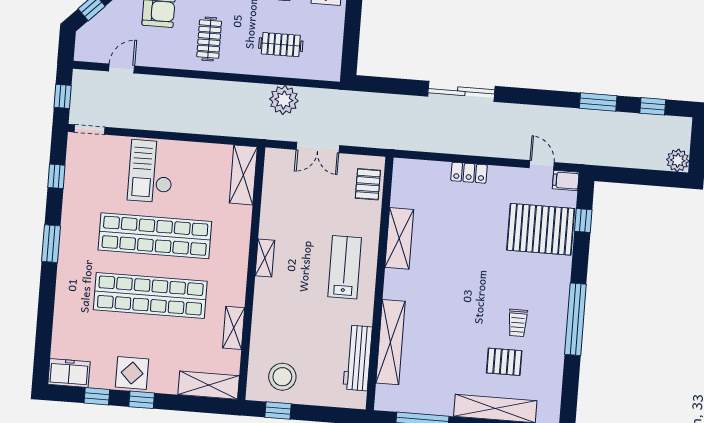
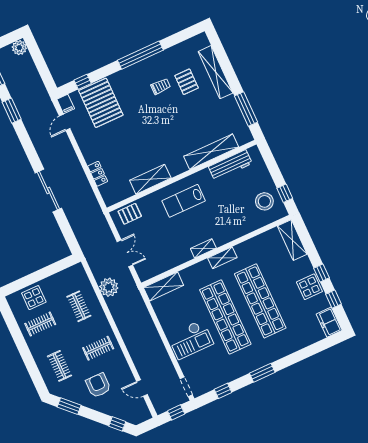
locker: (469, 173) -> (98, 174), moved
shelving: (234, 328) -> (222, 258), moved

